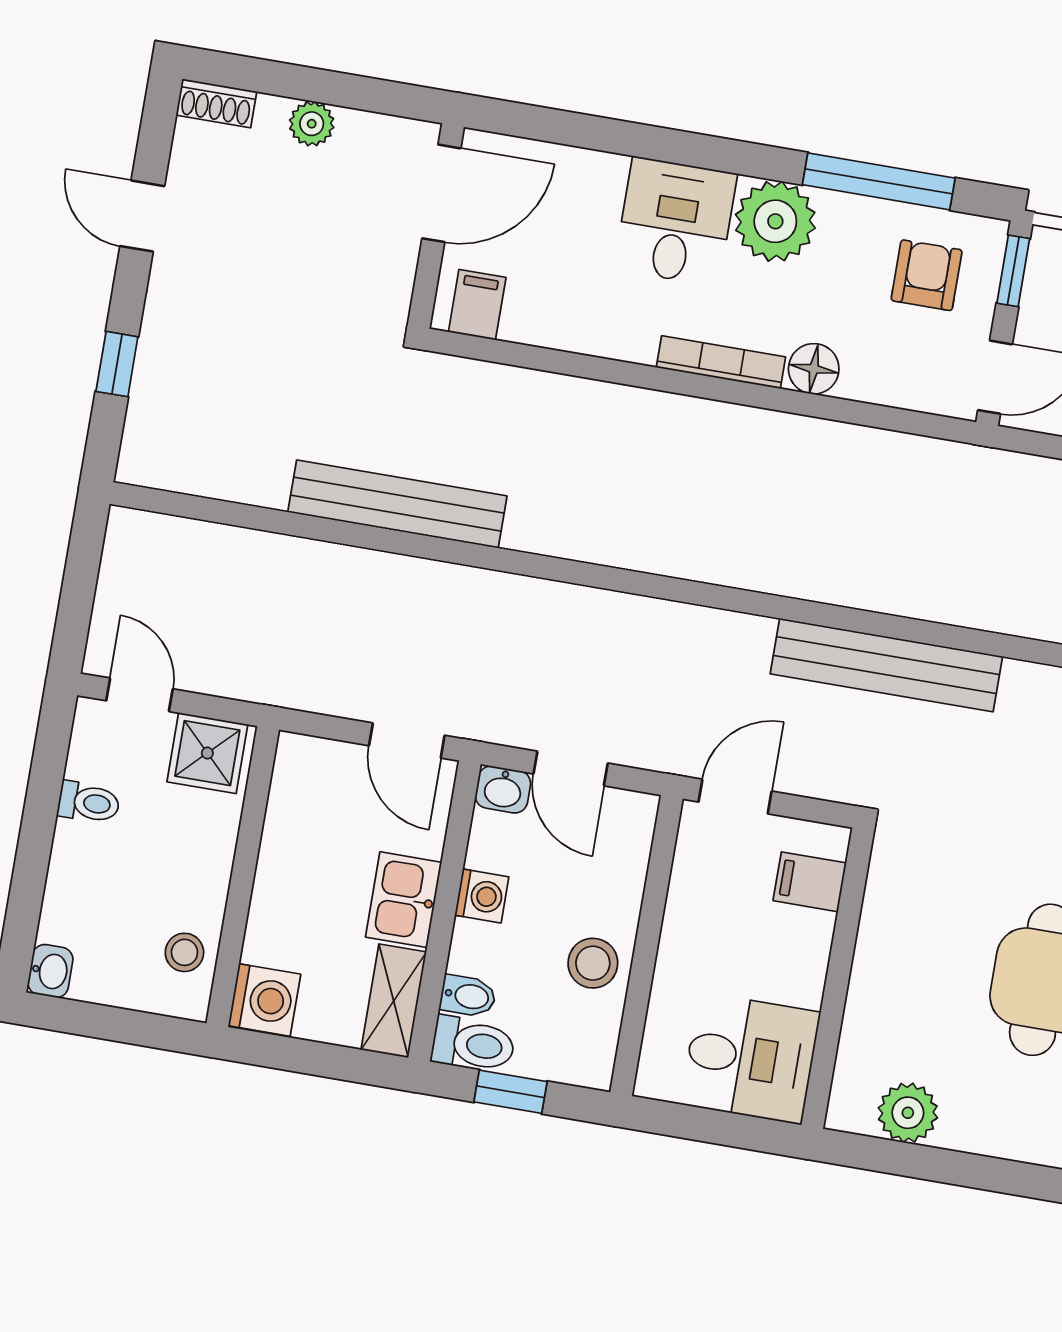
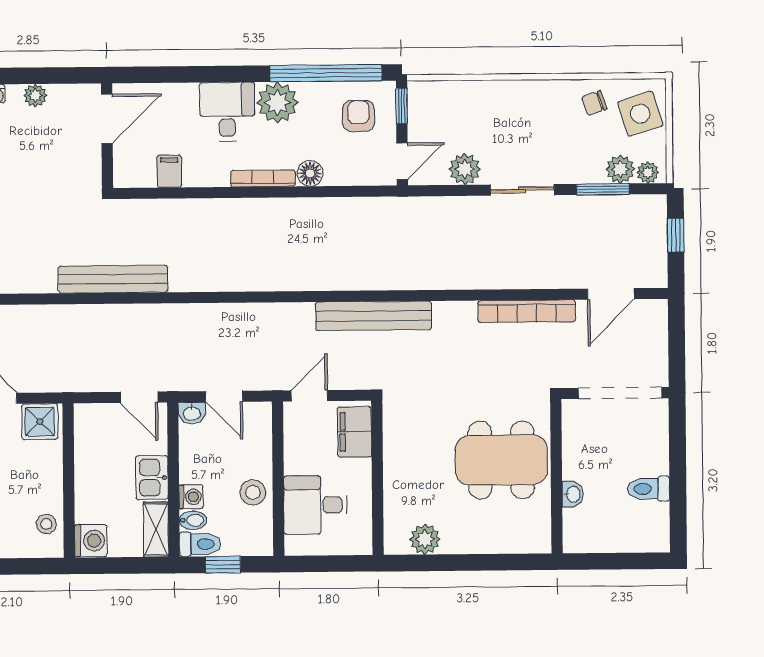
window: (879, 181) -> (326, 73), width x1.46
filing cabinet: (477, 305) -> (169, 171), moved
filing cabinet: (810, 882) -> (355, 432), width x2.00
washing machine: (482, 896) -> (191, 497), moved
desk: (750, 1058) -> (315, 505), moved, turned 180

